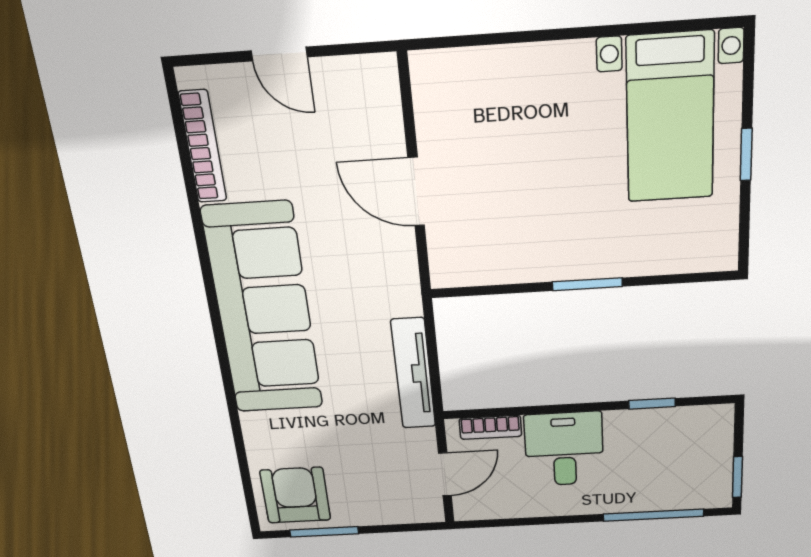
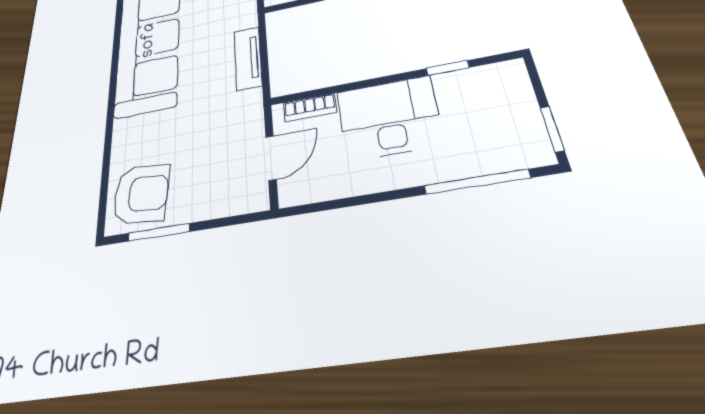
tv unit: (413, 374) -> (248, 58), width x0.71
desk: (564, 449) -> (389, 118), width x1.37
armchair: (295, 495) -> (141, 194), turned 95

